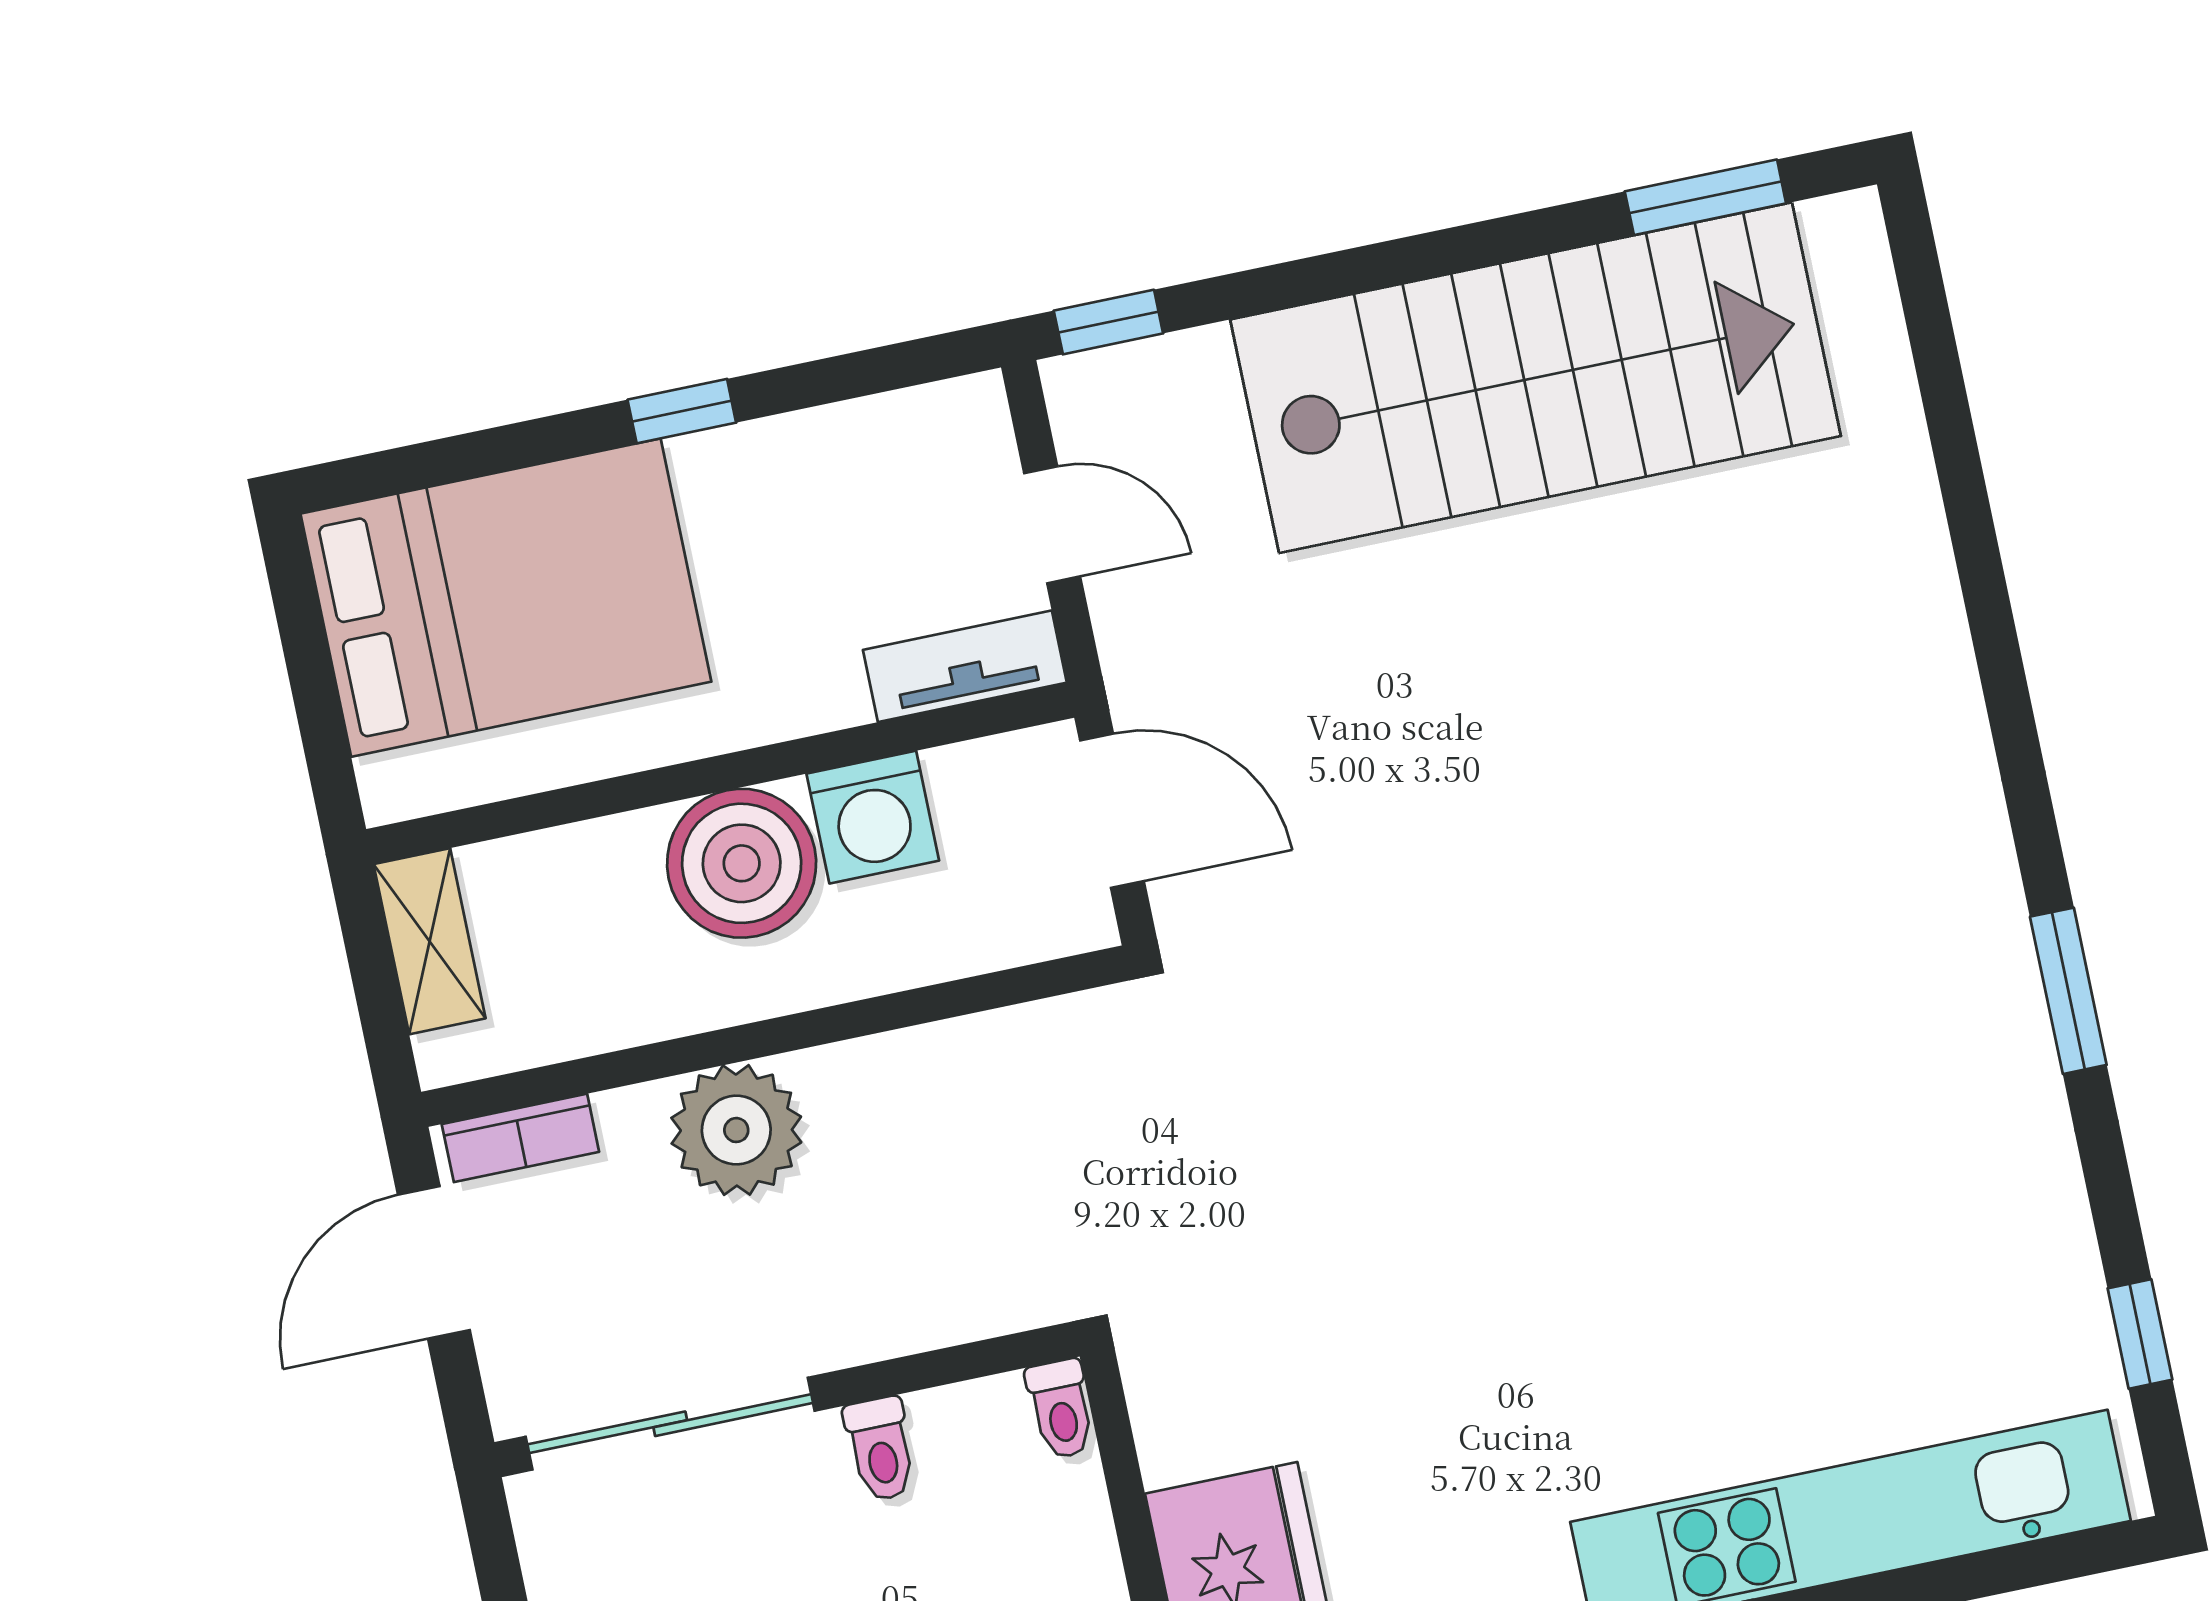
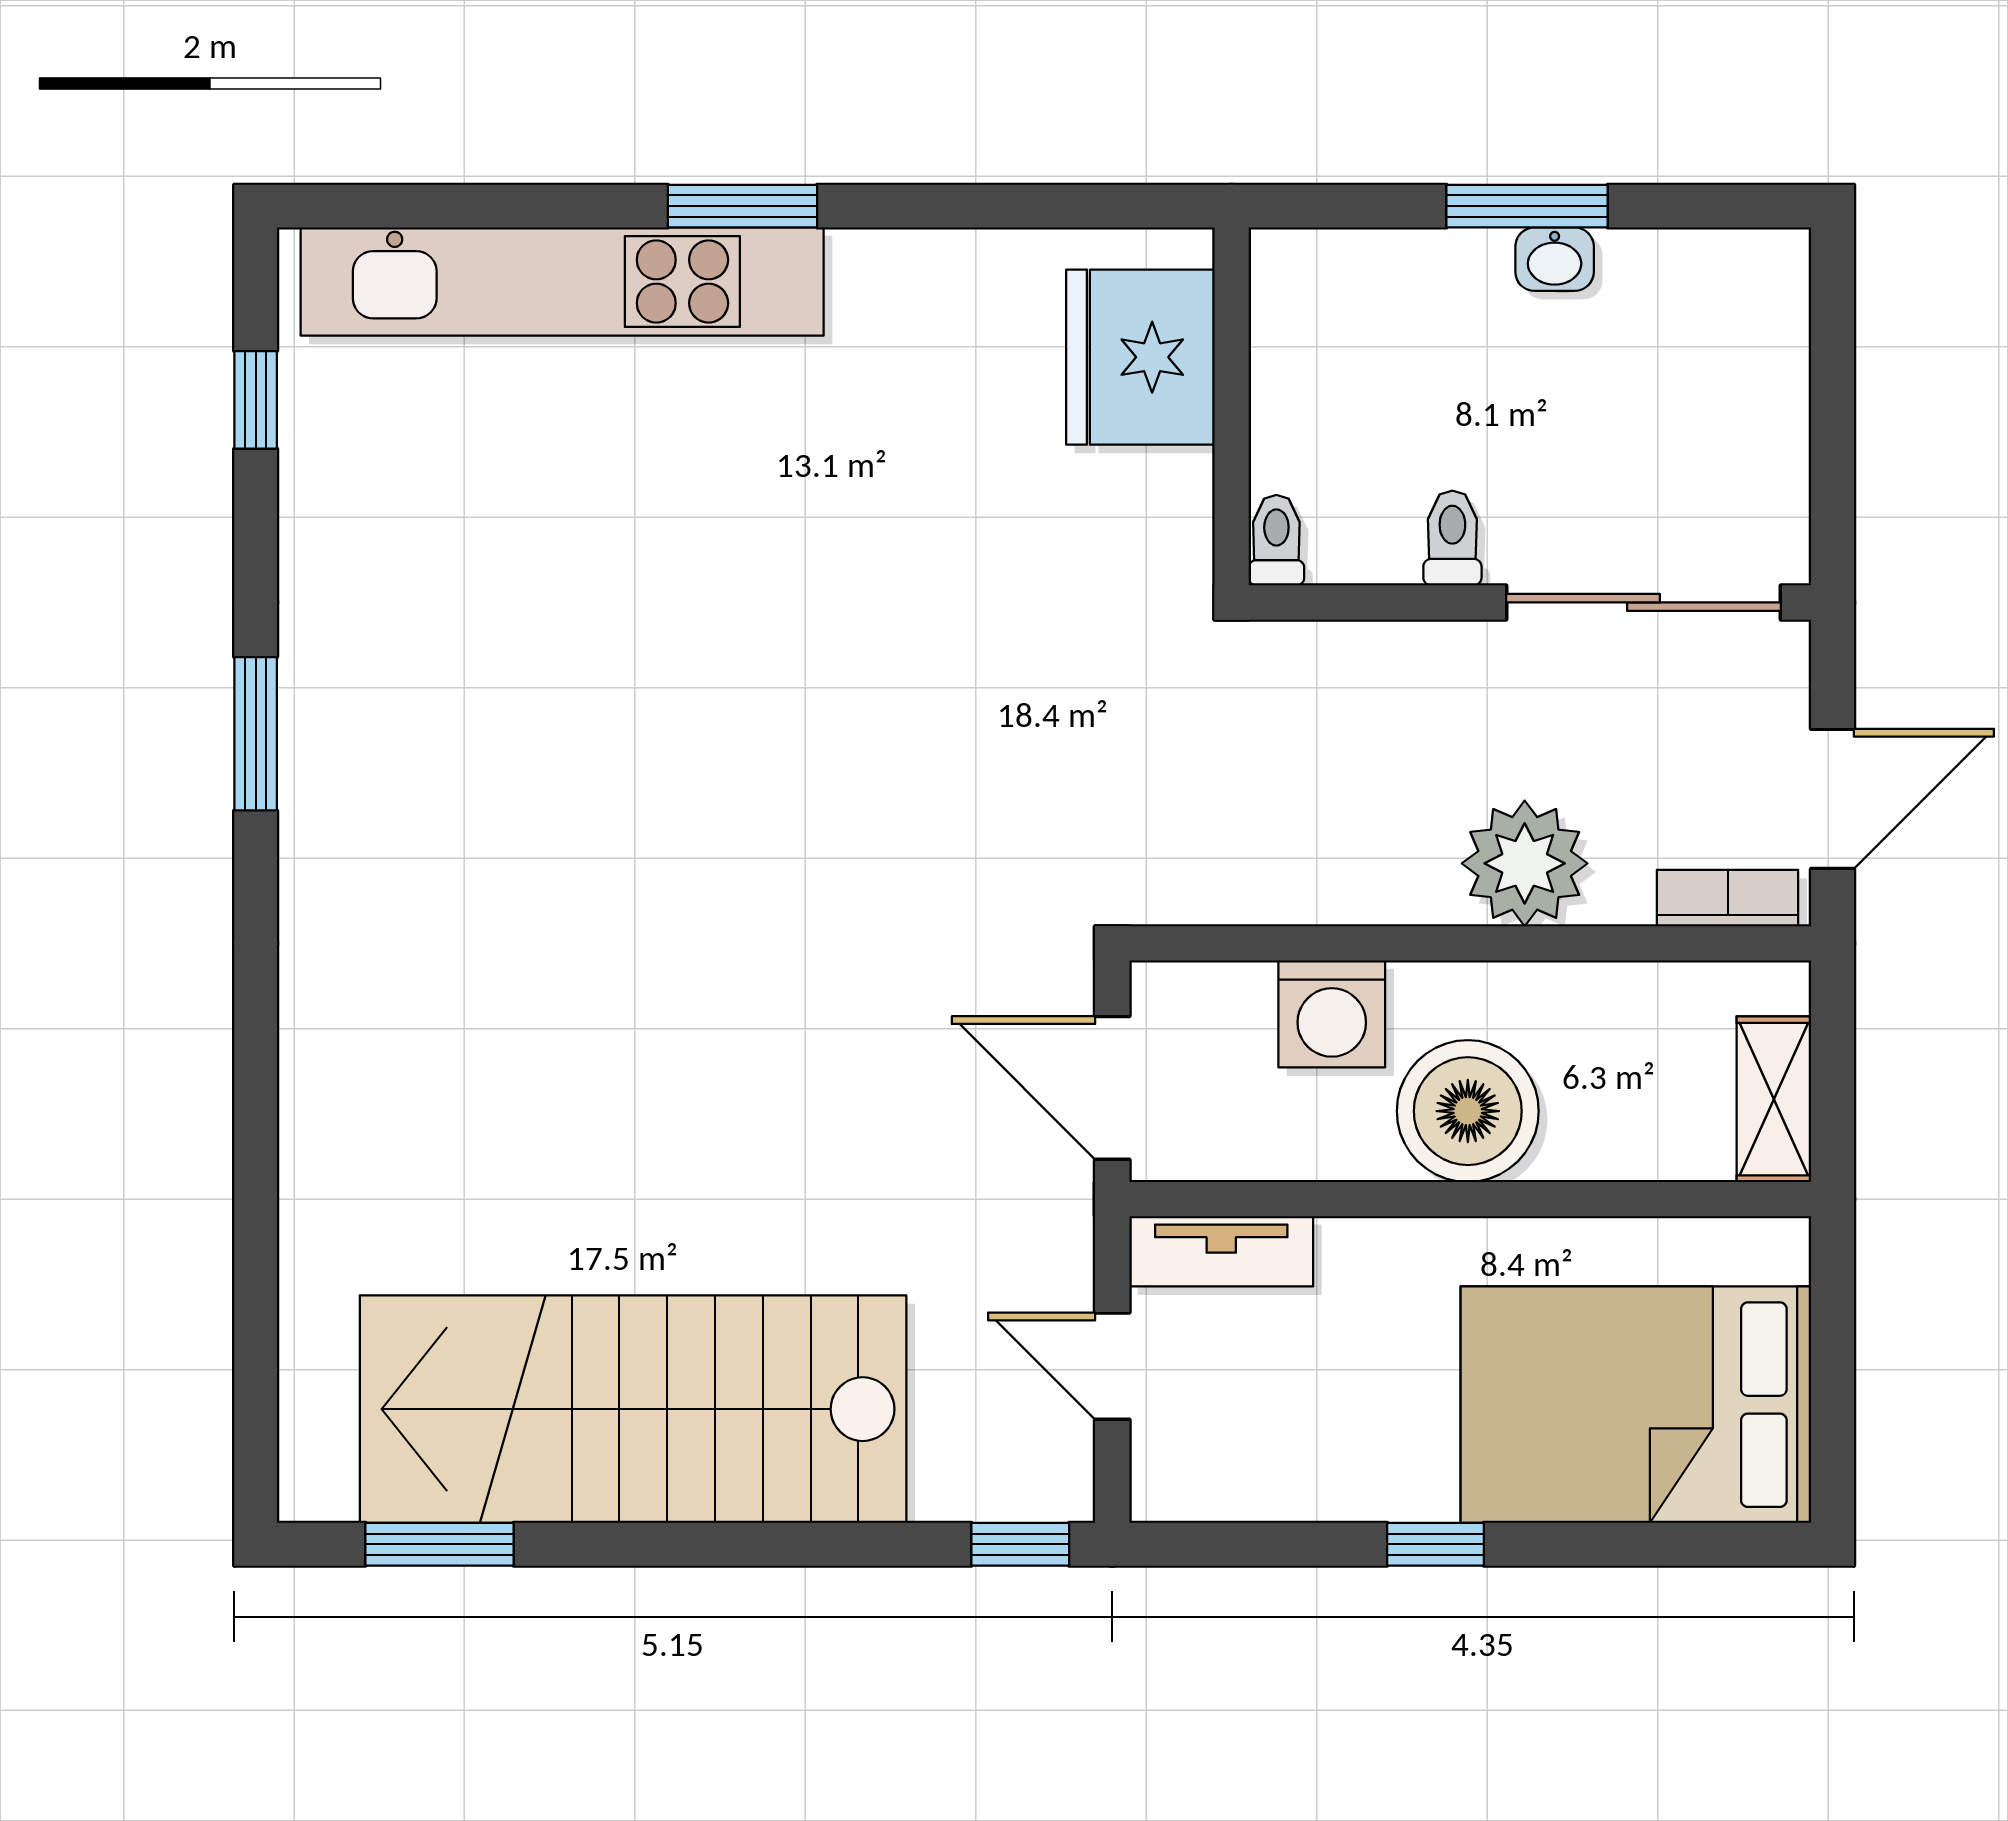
washing machine: (873, 817) -> (1332, 1014), moved, turned 180

